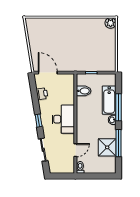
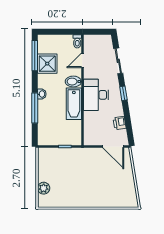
plant: (111, 23) -> (44, 188), moved
bidet: (84, 91) -> (73, 82), moved
bathtub: (109, 100) -> (74, 104), moved, turned 180
window: (119, 143) -> (35, 56), moved

